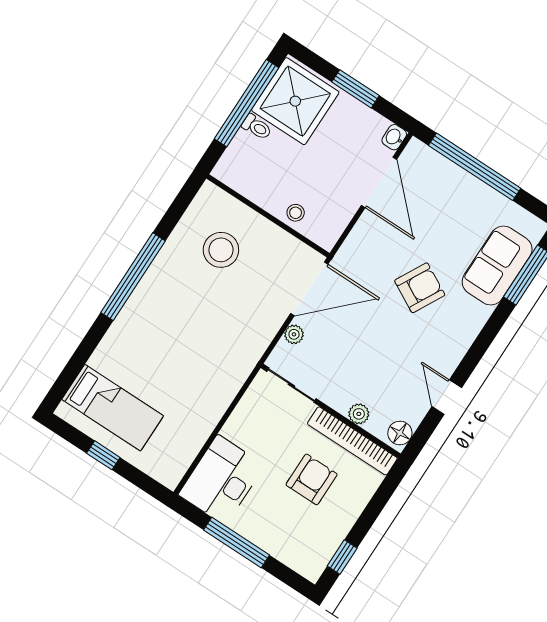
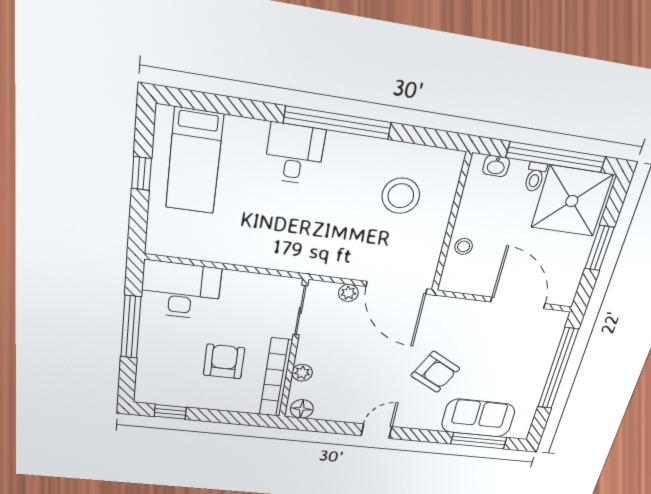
washbasin: (394, 137) -> (496, 166), moved, turned 180
door: (379, 182) -> (518, 303), swing flipped
desk: (143, 323) -> (294, 154), added
door: (447, 397) -> (377, 431), moved
armchair: (312, 479) -> (224, 361), turned -90

